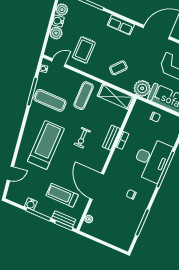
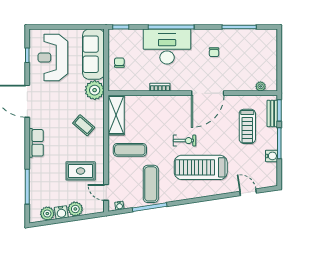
exercise bike: (82, 138) -> (185, 141), moved
bench: (111, 138) -> (162, 100), removed
door: (97, 186) -> (208, 93), moved

